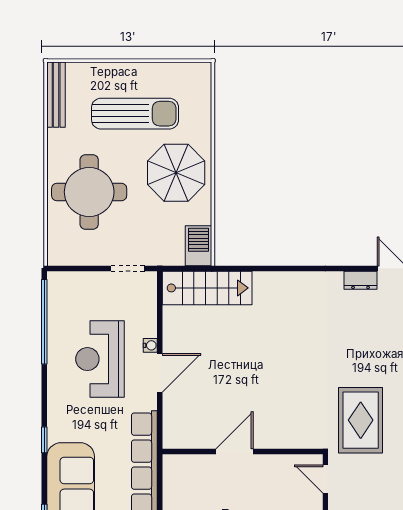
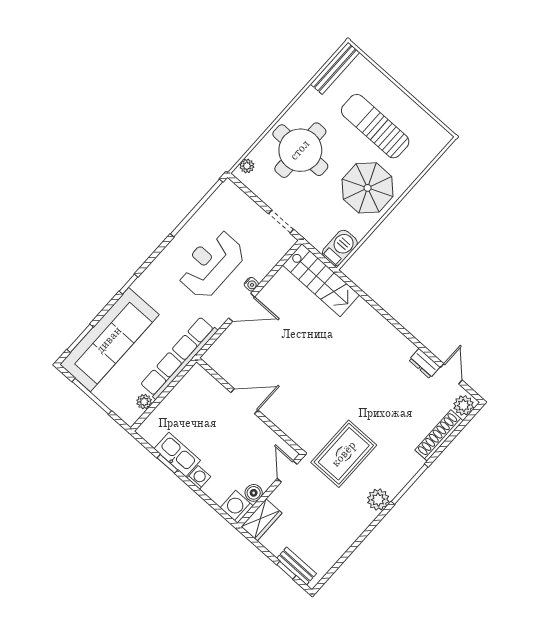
sun lounger: (135, 114) -> (375, 126), turned 180
plant: (55, 247) -> (247, 166), added

